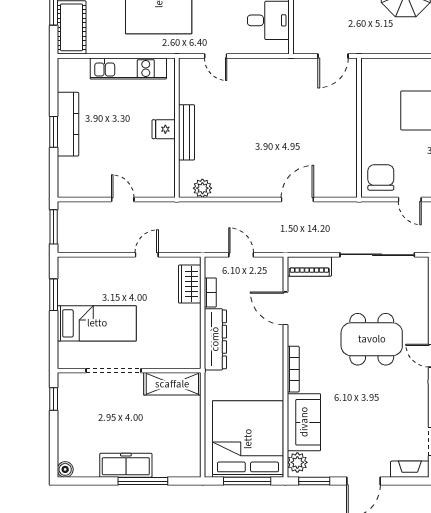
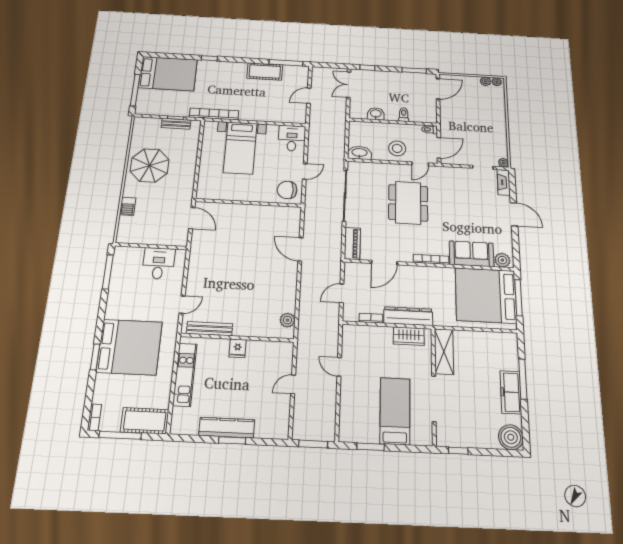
bench: (187, 132) -> (210, 329), moved
wardrobe: (190, 284) -> (409, 336), moved
boiler: (65, 469) -> (511, 437), width x1.86, depth x1.86
window: (314, 481) -> (516, 249), removed

